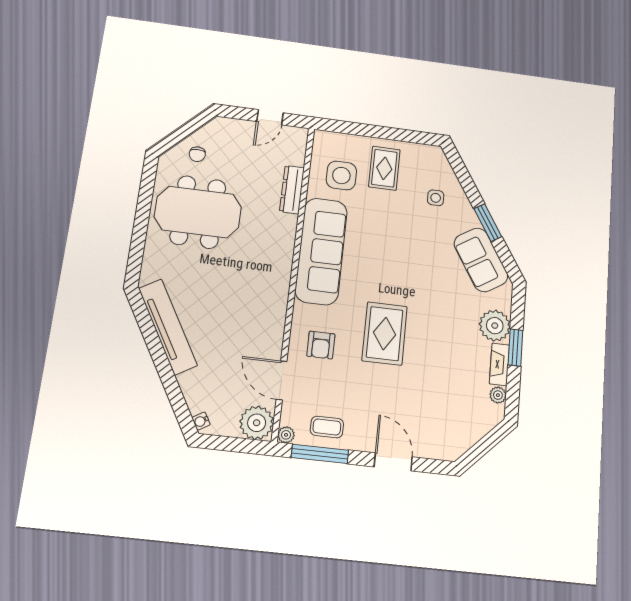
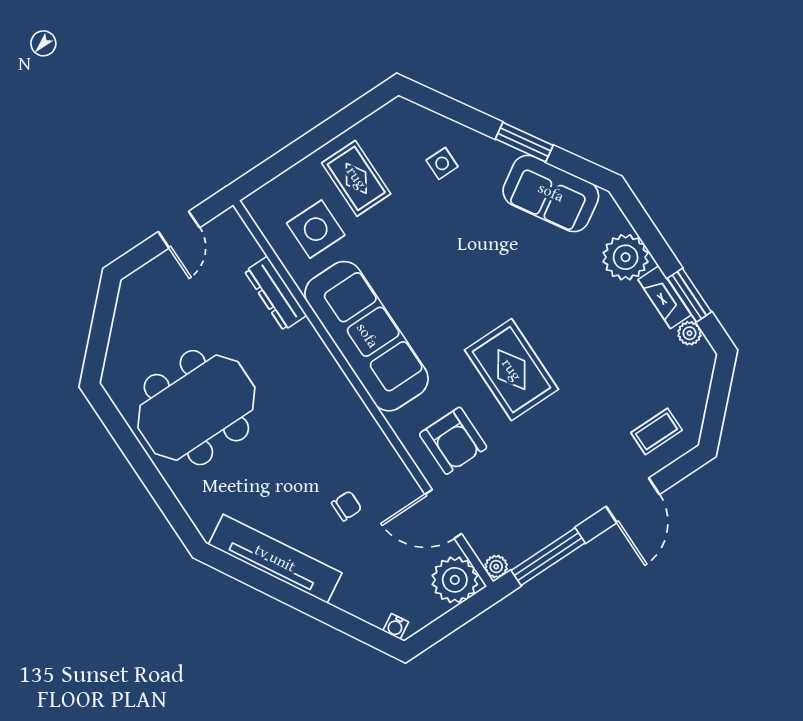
chair: (197, 154) -> (347, 506), moved, turned -90
armchair: (321, 345) -> (453, 441), width x1.38, depth x1.38
window: (515, 348) -> (689, 295), moved
coffee table: (327, 427) -> (657, 431), moved
door: (393, 462) -> (633, 500), swing flipped

